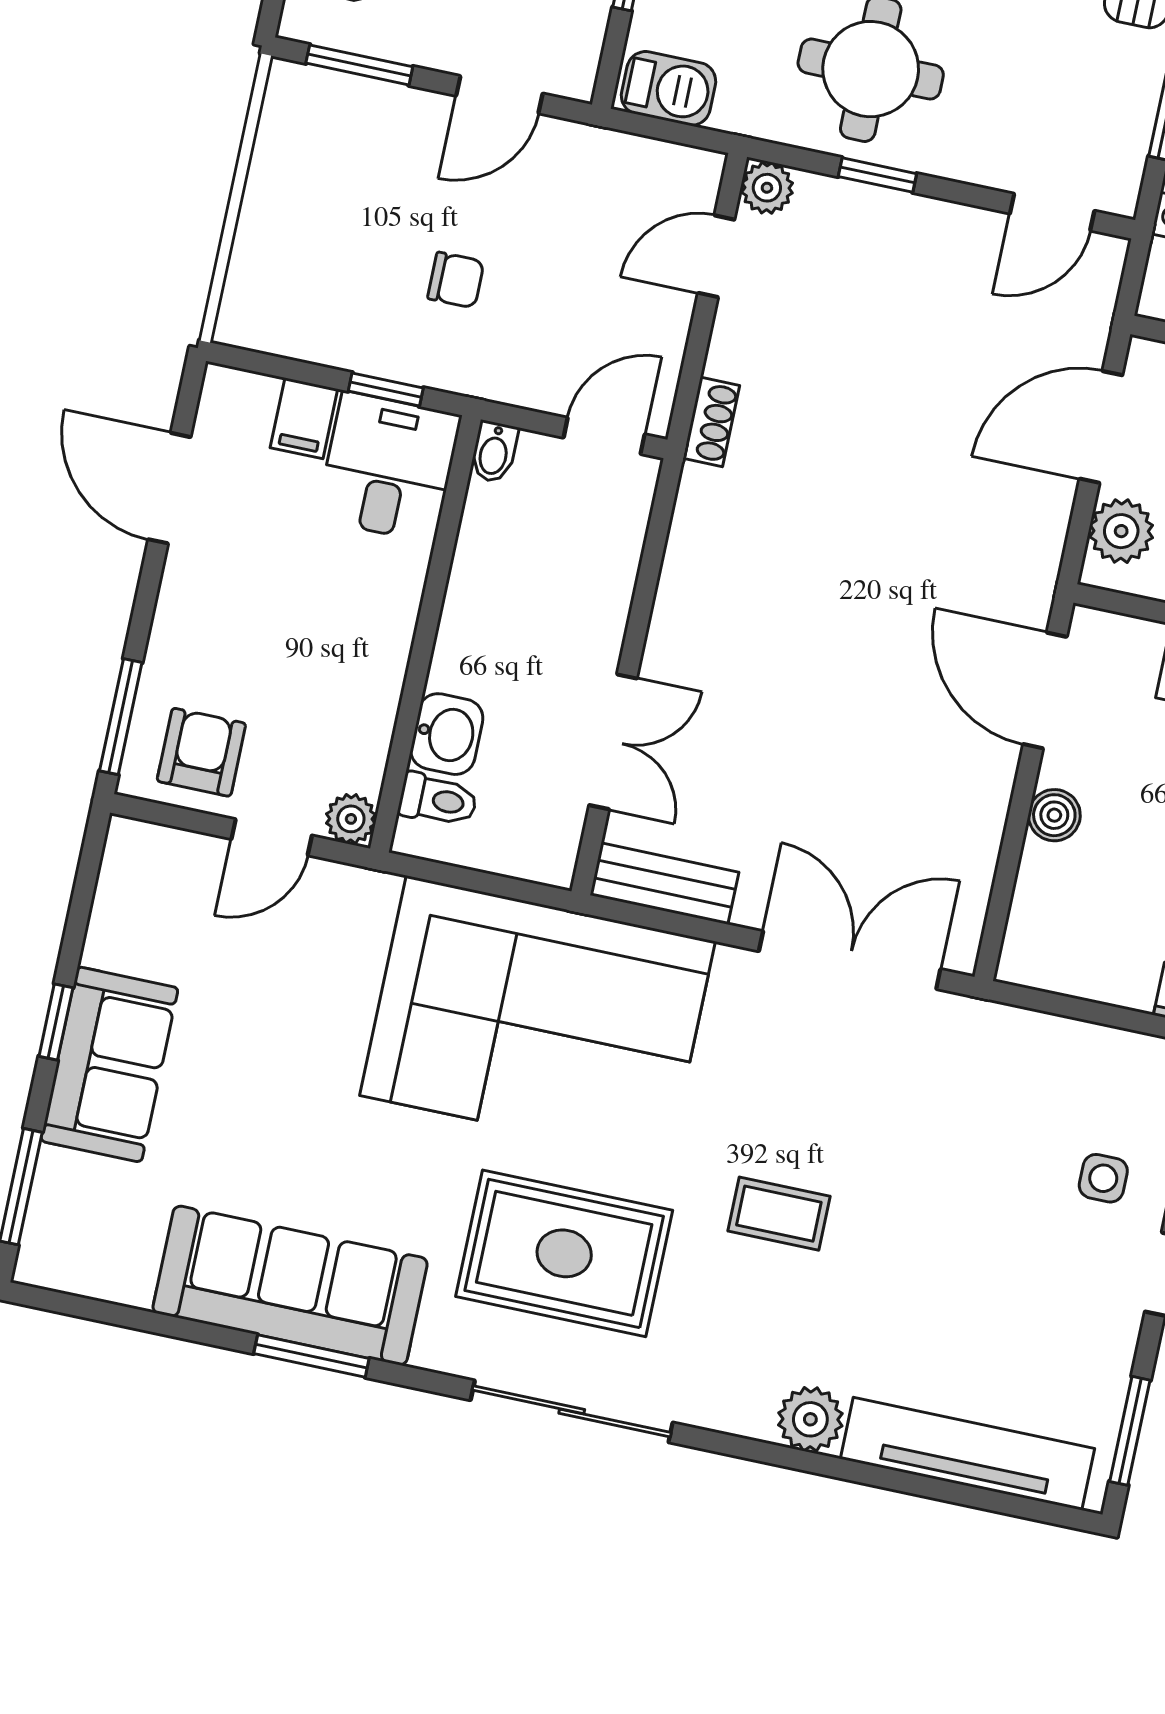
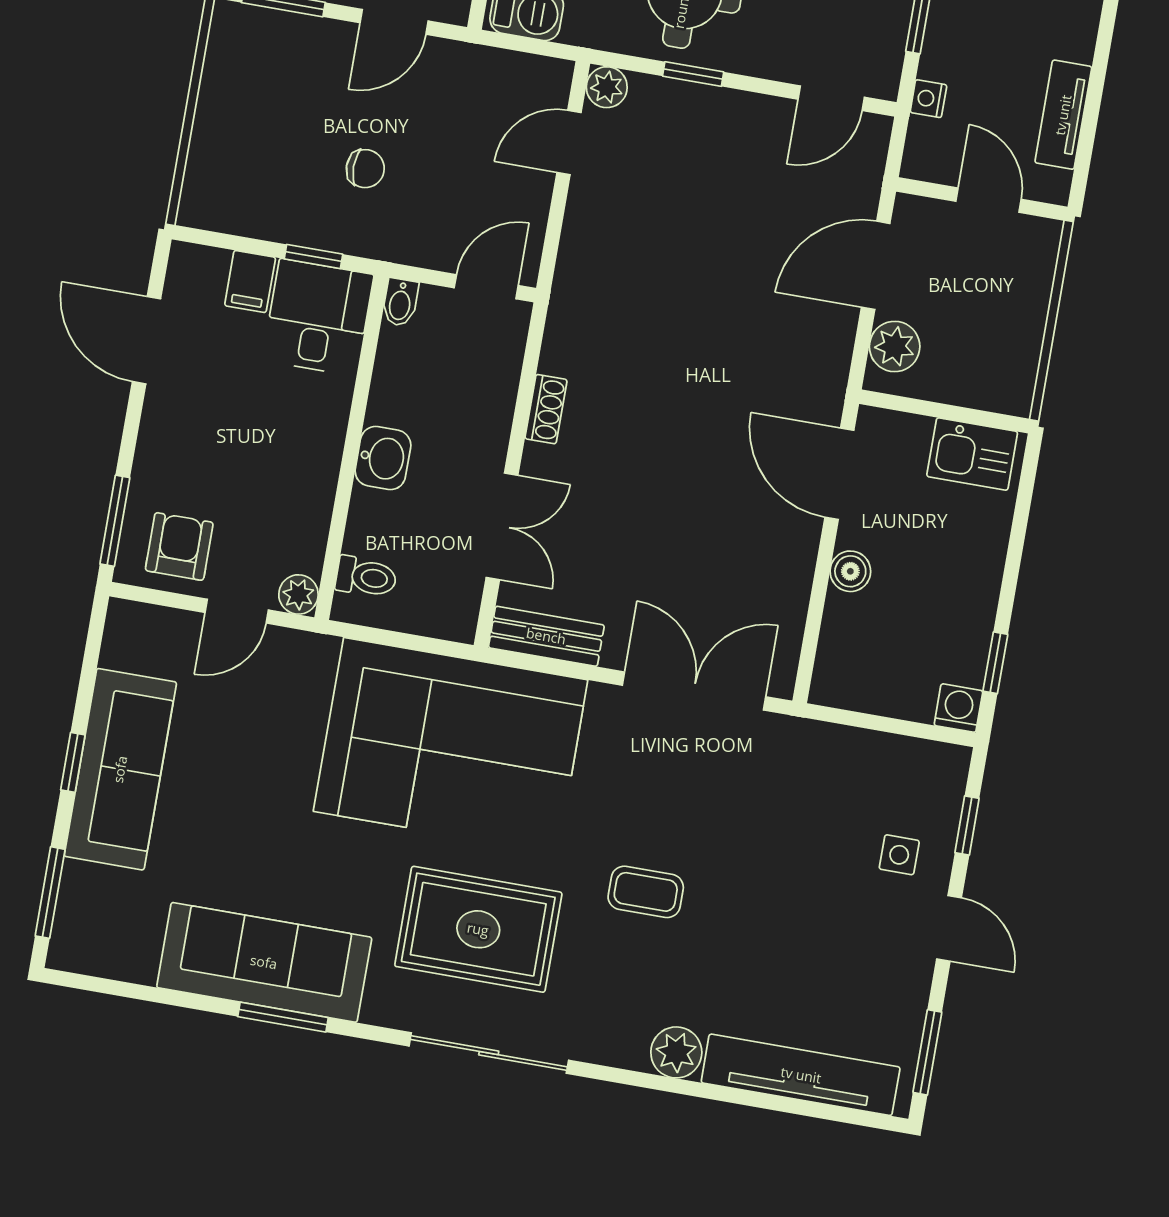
shoe rack: (711, 422) -> (546, 409), moved
washbasin: (447, 734) -> (383, 458), moved
sofa: (109, 1064) -> (120, 769), width x1.36

